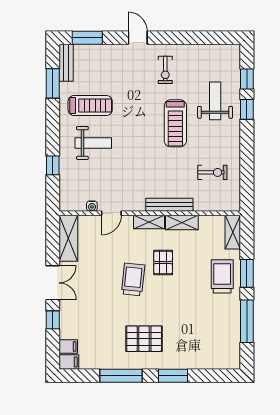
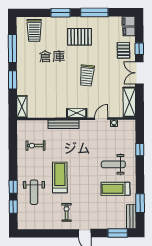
shelving: (182, 222) -> (55, 113), removed
pallet: (163, 263) -> (123, 50), moved
trolley: (222, 276) -> (34, 30), moved

